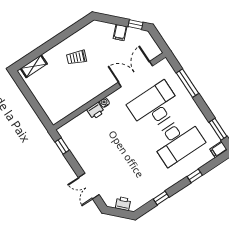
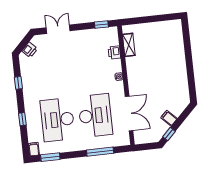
trolley: (76, 57) -> (167, 73), removed
shelving: (34, 66) -> (129, 45), moved
printer: (96, 111) -> (114, 52), moved

